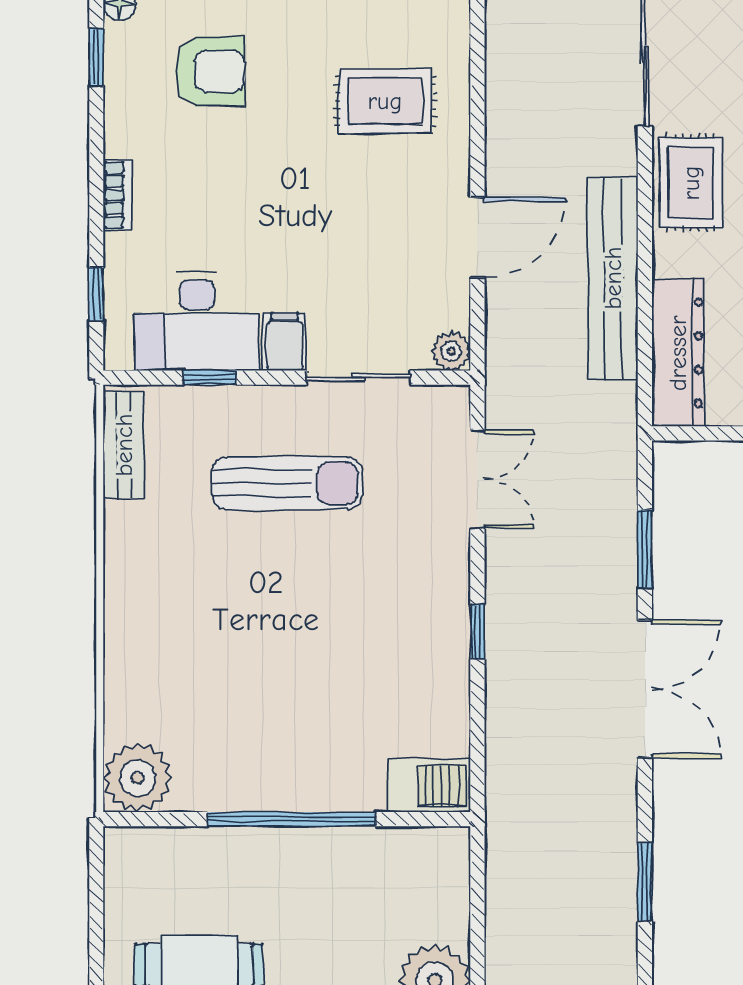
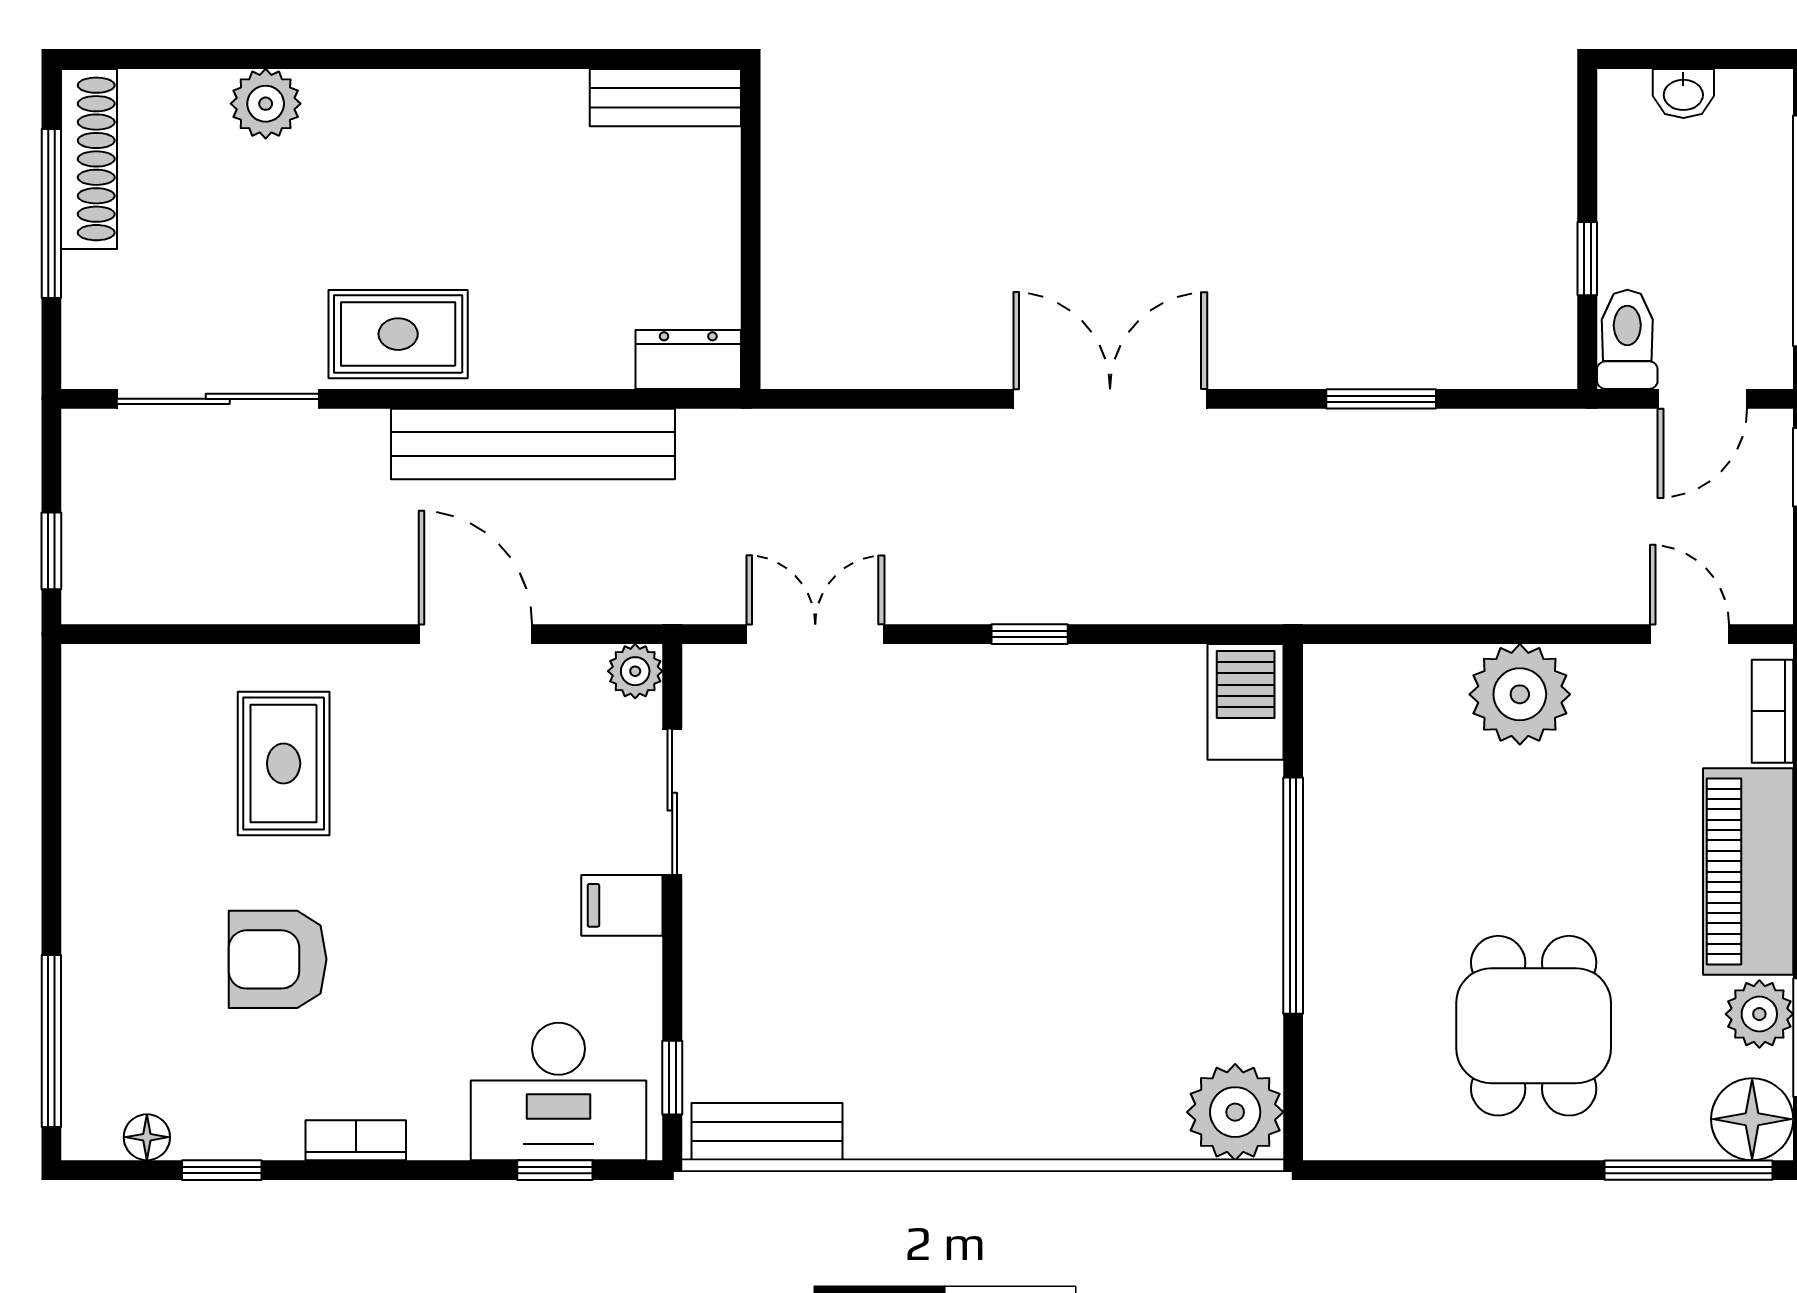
armchair: (210, 71) -> (278, 959), moved, turned -90
bookcase: (117, 195) -> (356, 1140), moved
desk: (197, 322) -> (559, 1091), moved, turned 90
dresser: (678, 353) -> (688, 359), width x0.51, depth x0.80
window: (210, 378) -> (672, 1078), moved
sun lounger: (287, 483) -> (821, 902), removed
window: (645, 549) -> (913, 399), removed

